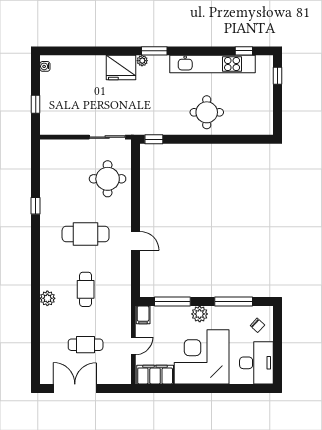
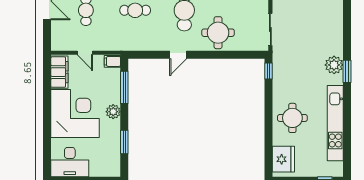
window: (244, 51) -> (347, 151), removed
plant: (142, 61) -> (334, 65), width x1.87, depth x1.87
fridge: (121, 68) -> (283, 159), moved, turned 180
round table: (108, 179) -> (218, 33), moved
window: (234, 301) -> (124, 142), width x0.69
chair: (257, 325) -> (103, 163), removed

